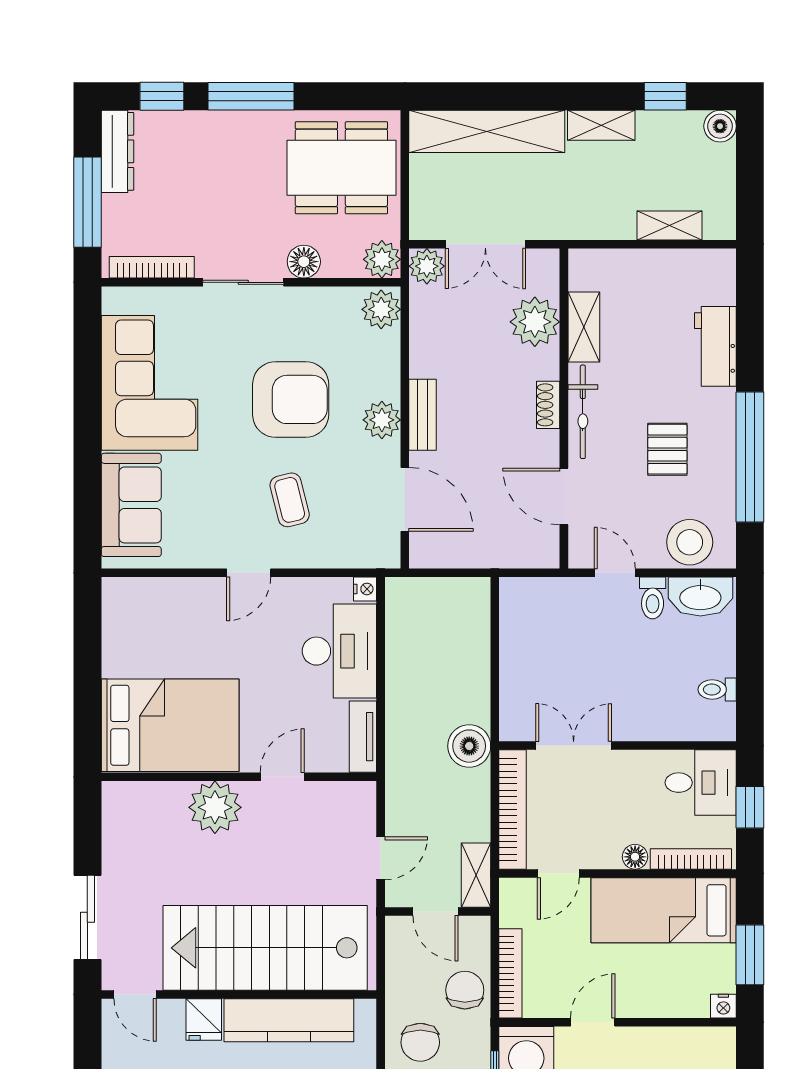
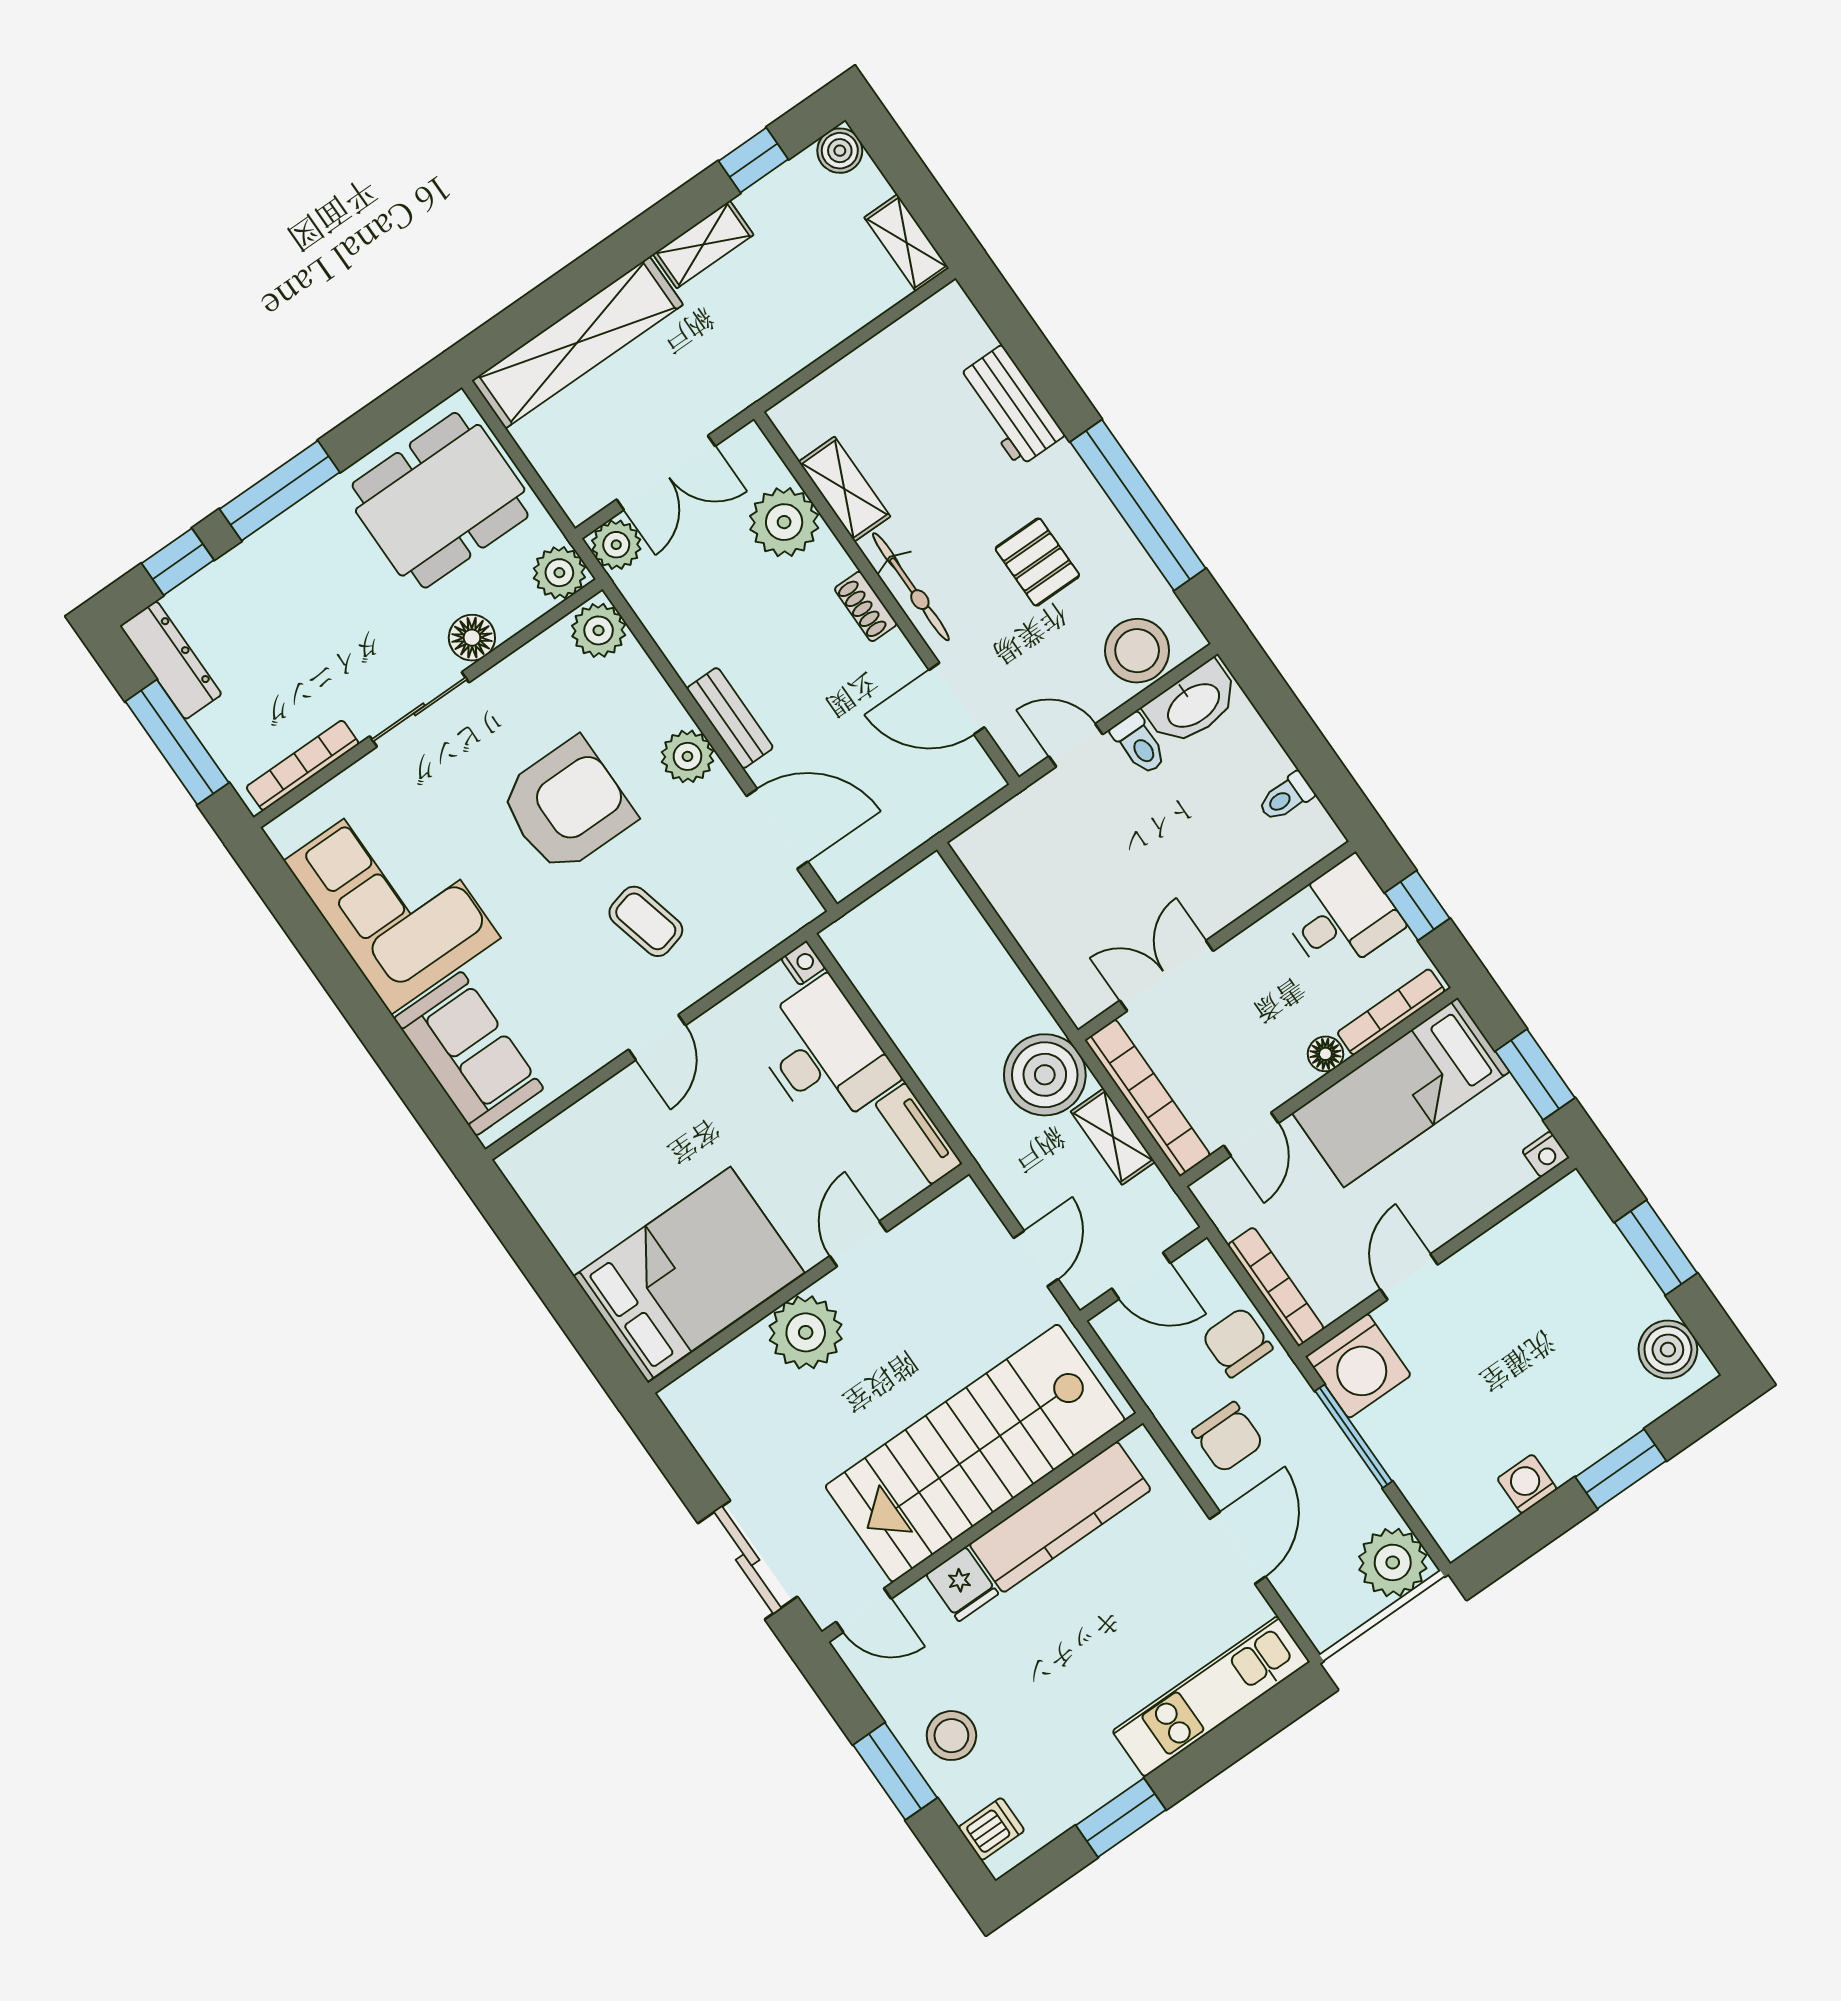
shelving: (670, 226) -> (907, 243), moved, turned 90
boiler: (469, 746) -> (1045, 1075), width x1.37, depth x1.37
shelving: (476, 875) -> (1113, 1137), moved

